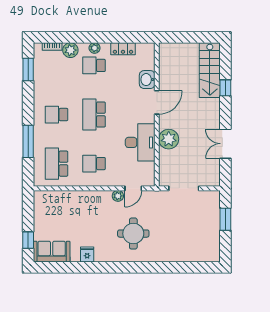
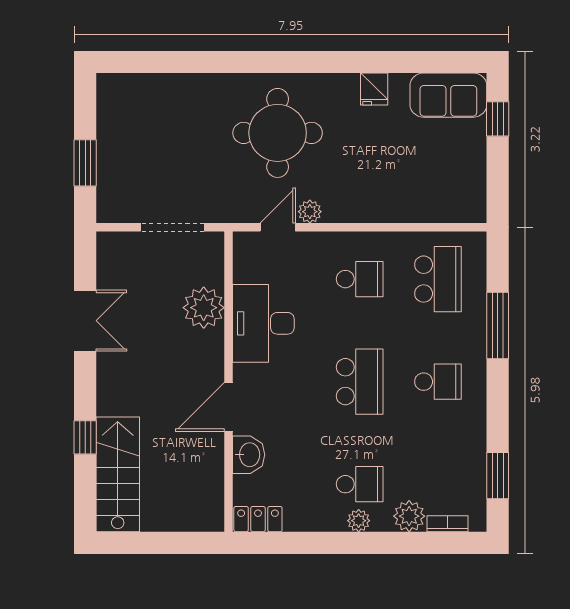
locker: (123, 49) -> (258, 519), moved
plant: (169, 139) -> (204, 308), moved
round table: (133, 234) -> (278, 133), width x1.36, depth x1.36

